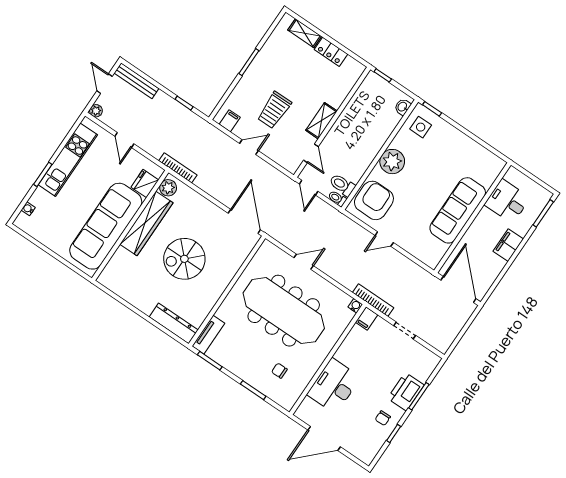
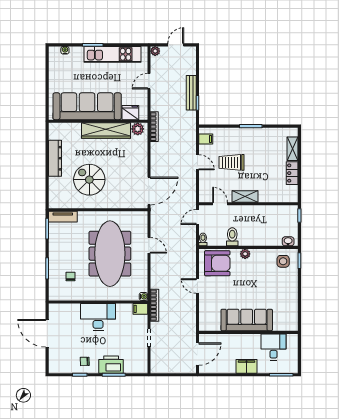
bench: (136, 81) -> (191, 93), moved
door: (311, 153) -> (220, 204), swing flipped
plant: (392, 162) -> (245, 254), width x0.53, depth x0.53
toilet: (342, 185) -> (232, 237), moved
spiral stairs: (184, 259) -> (89, 180), moved
door: (458, 289) -> (197, 354), width x0.73
dresser: (174, 323) -> (55, 158), moved
desk: (334, 386) -> (98, 317), moved

